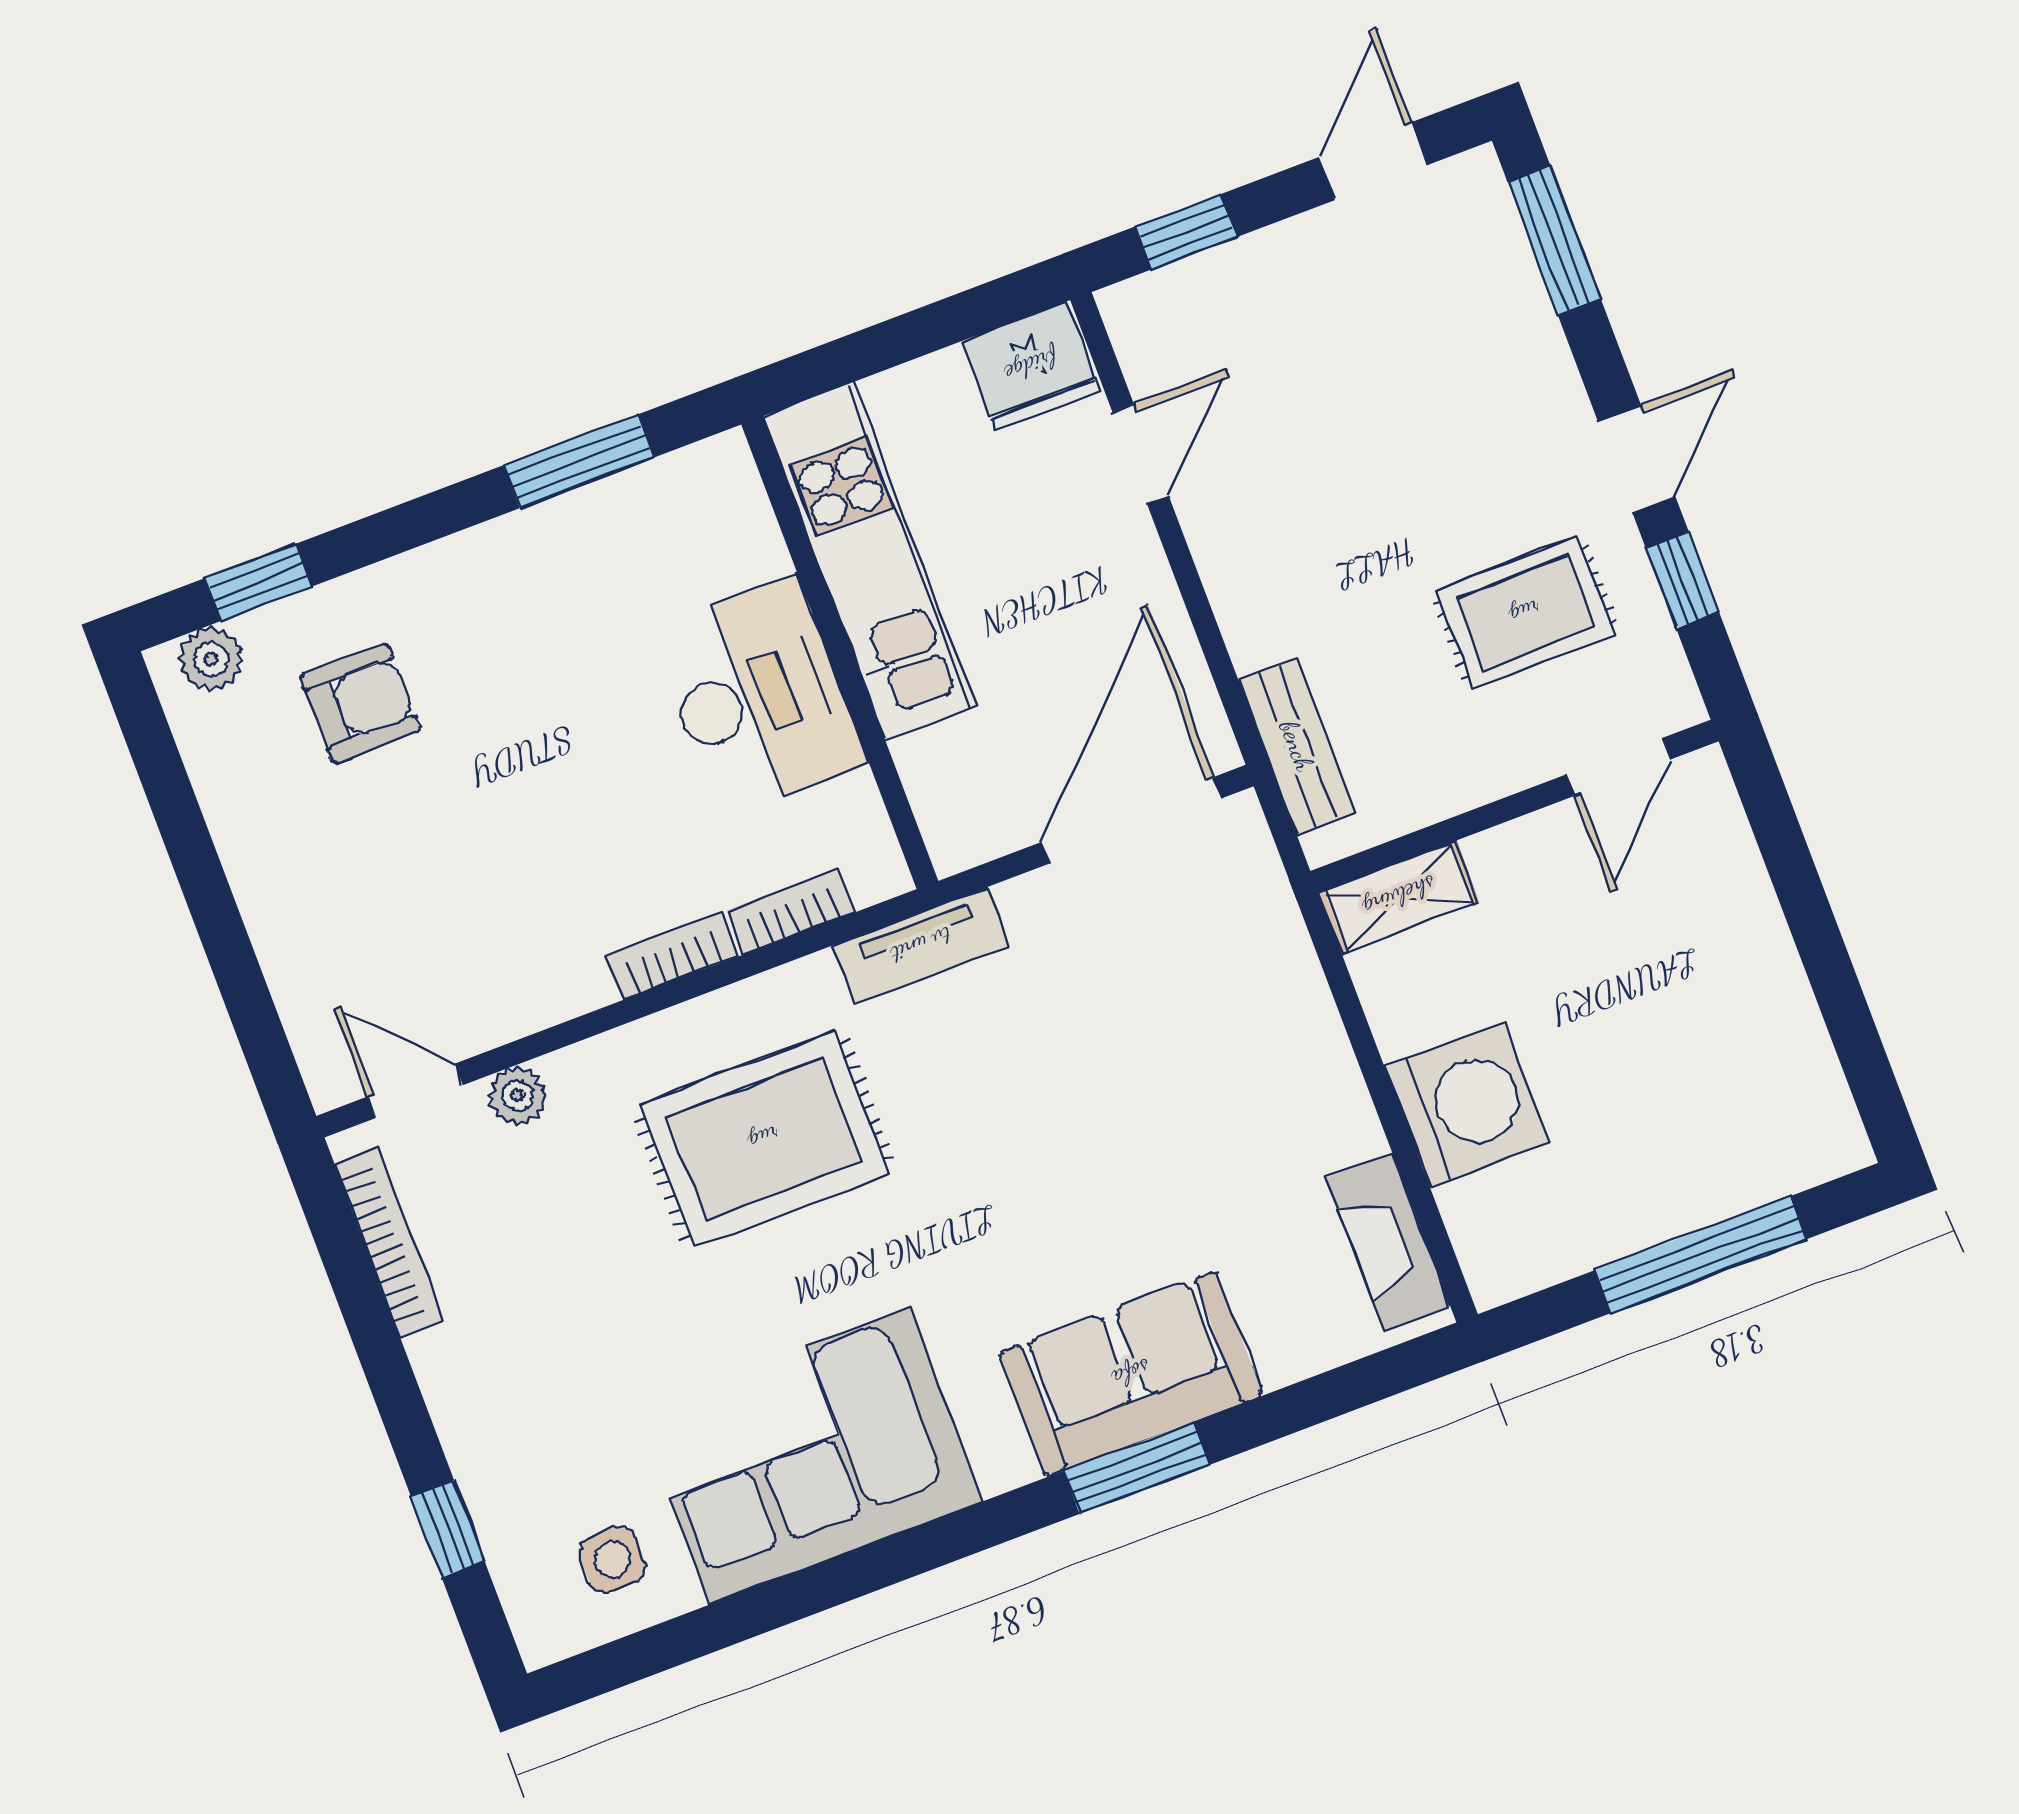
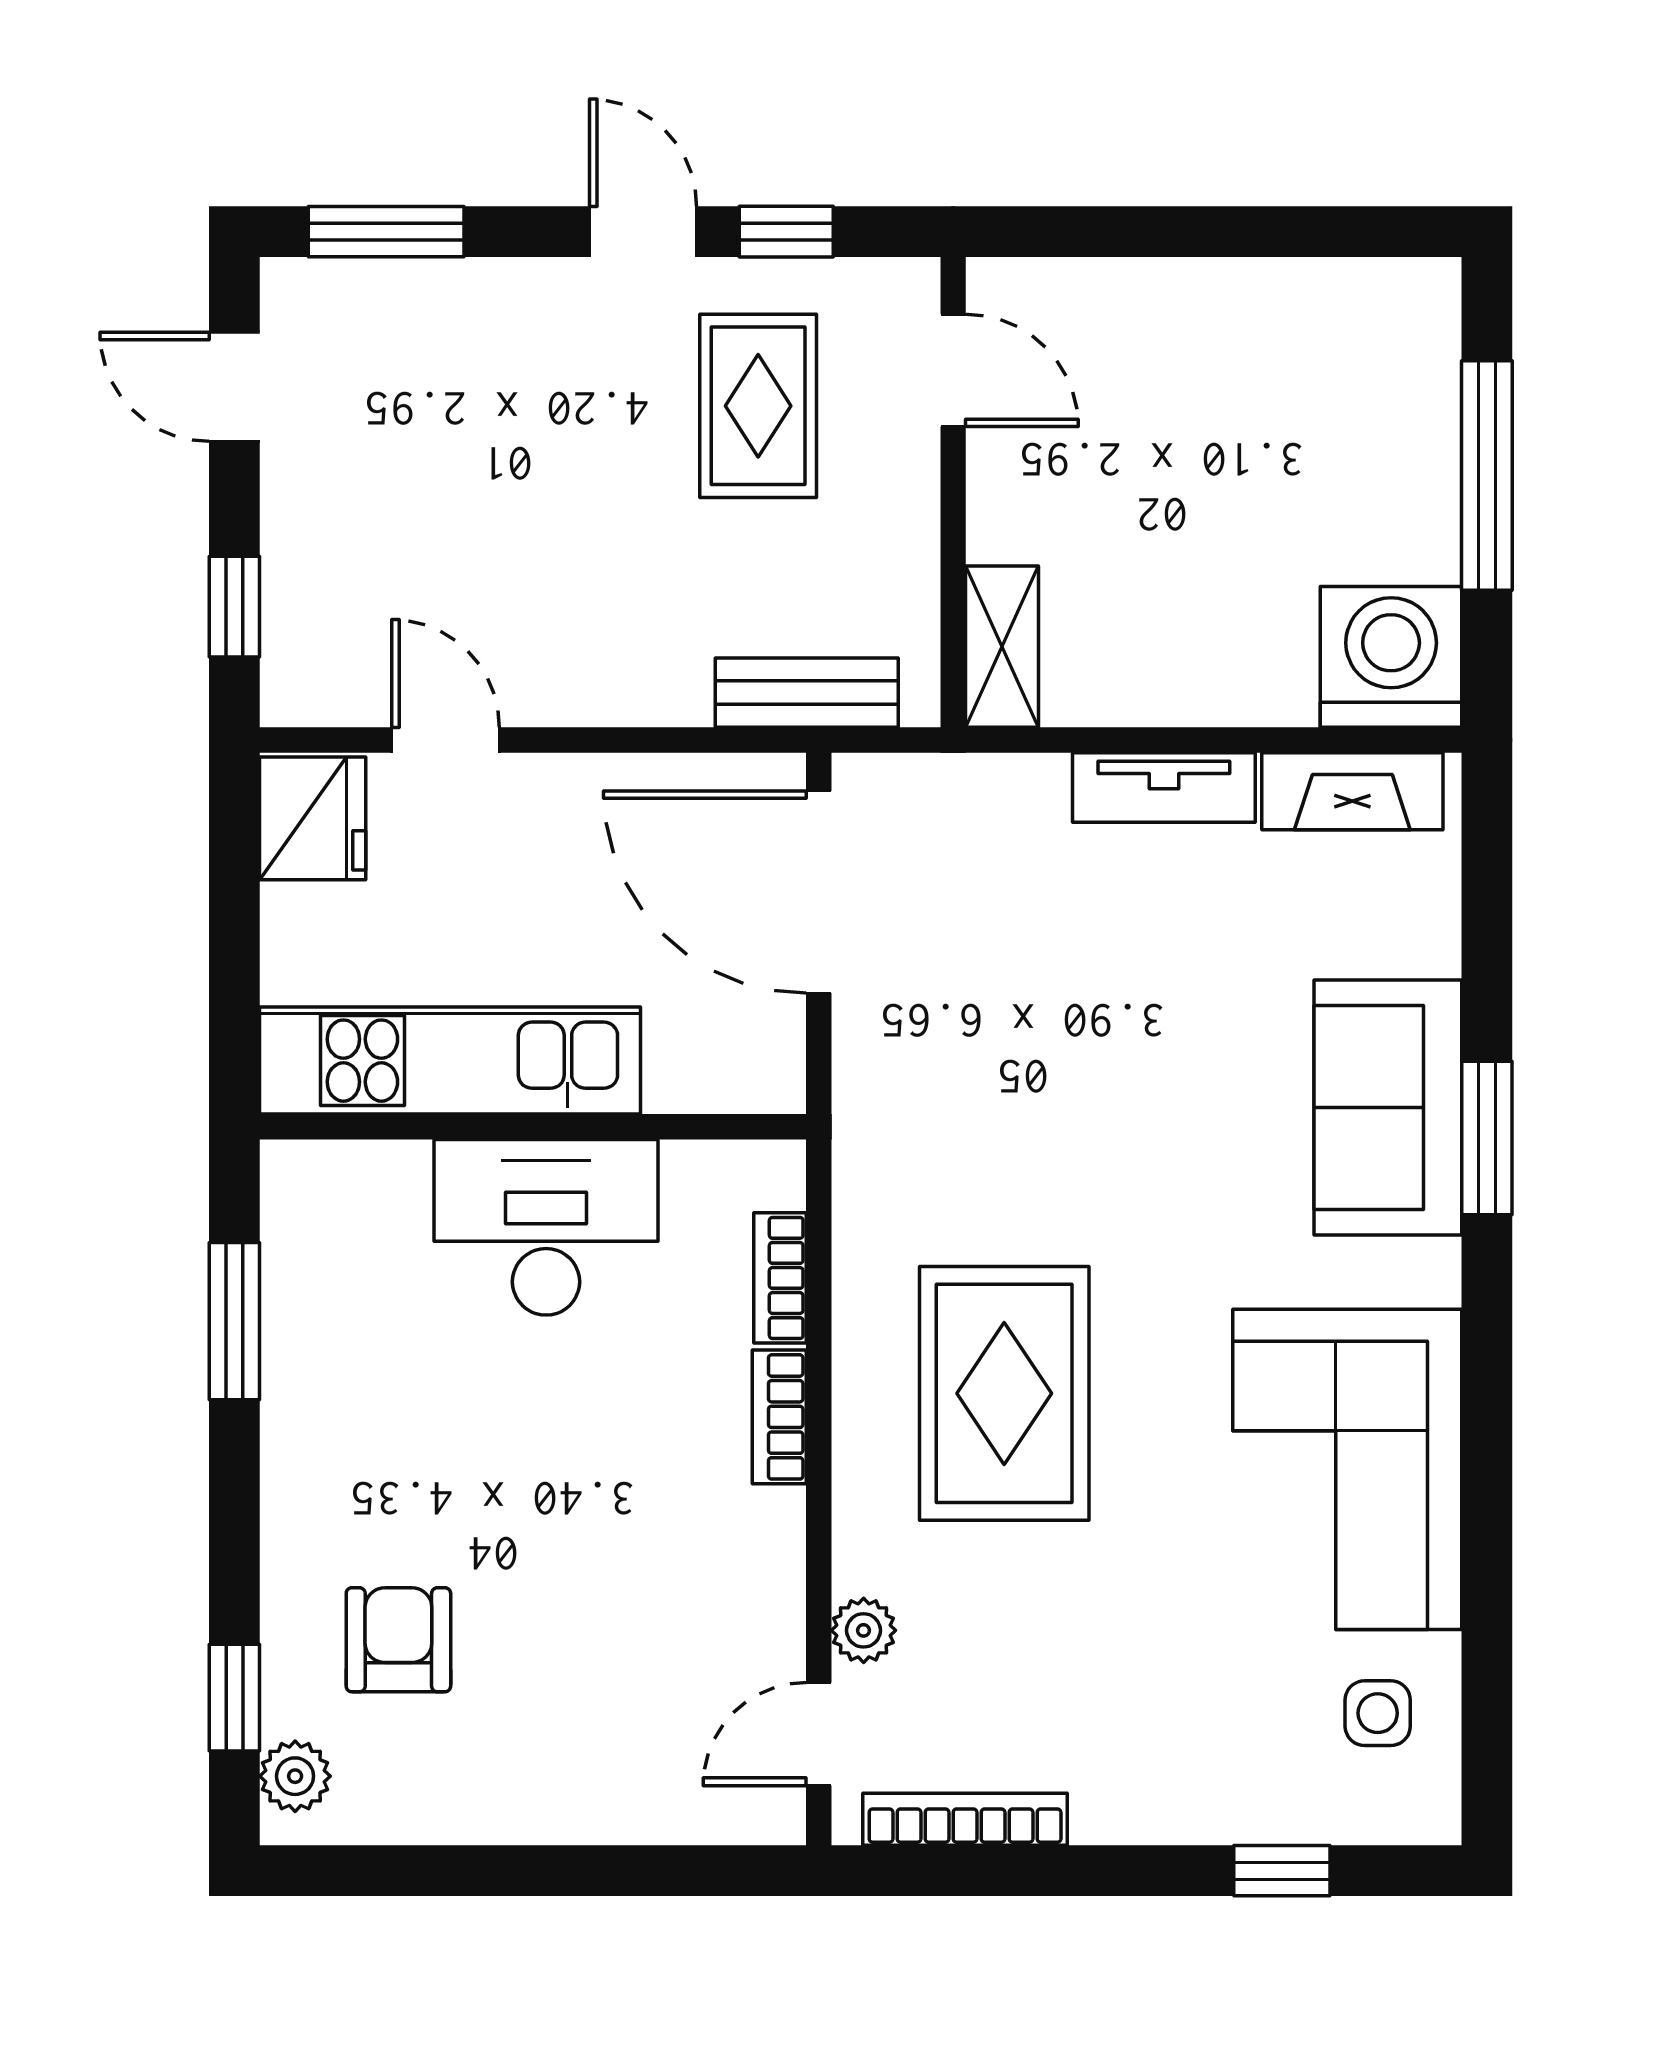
tv unit: (921, 946) -> (1164, 788), moved, turned 90
washing machine: (1467, 1105) -> (1391, 657), moved

